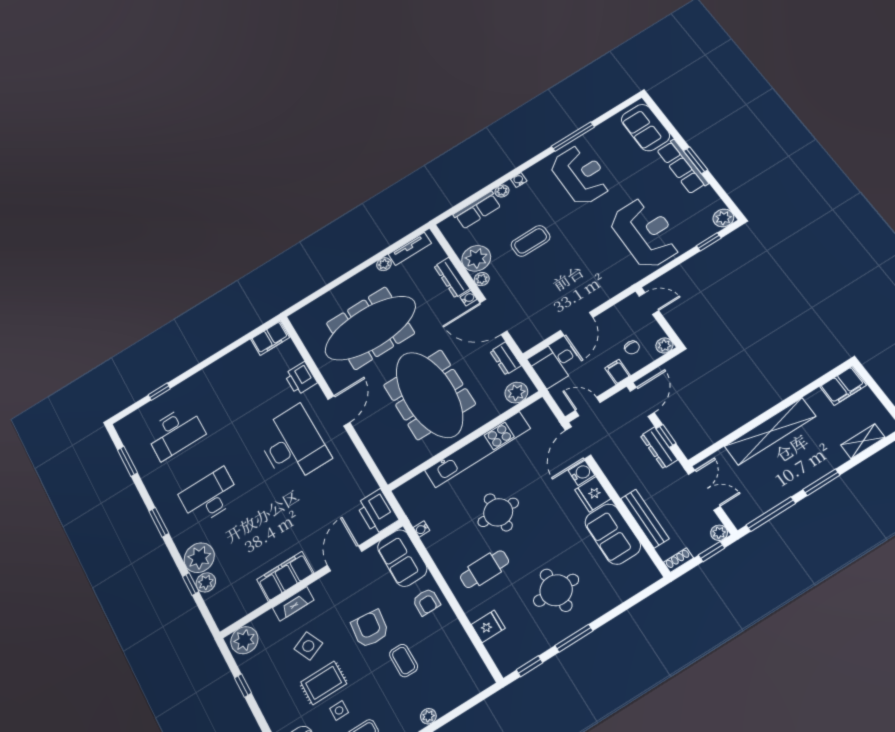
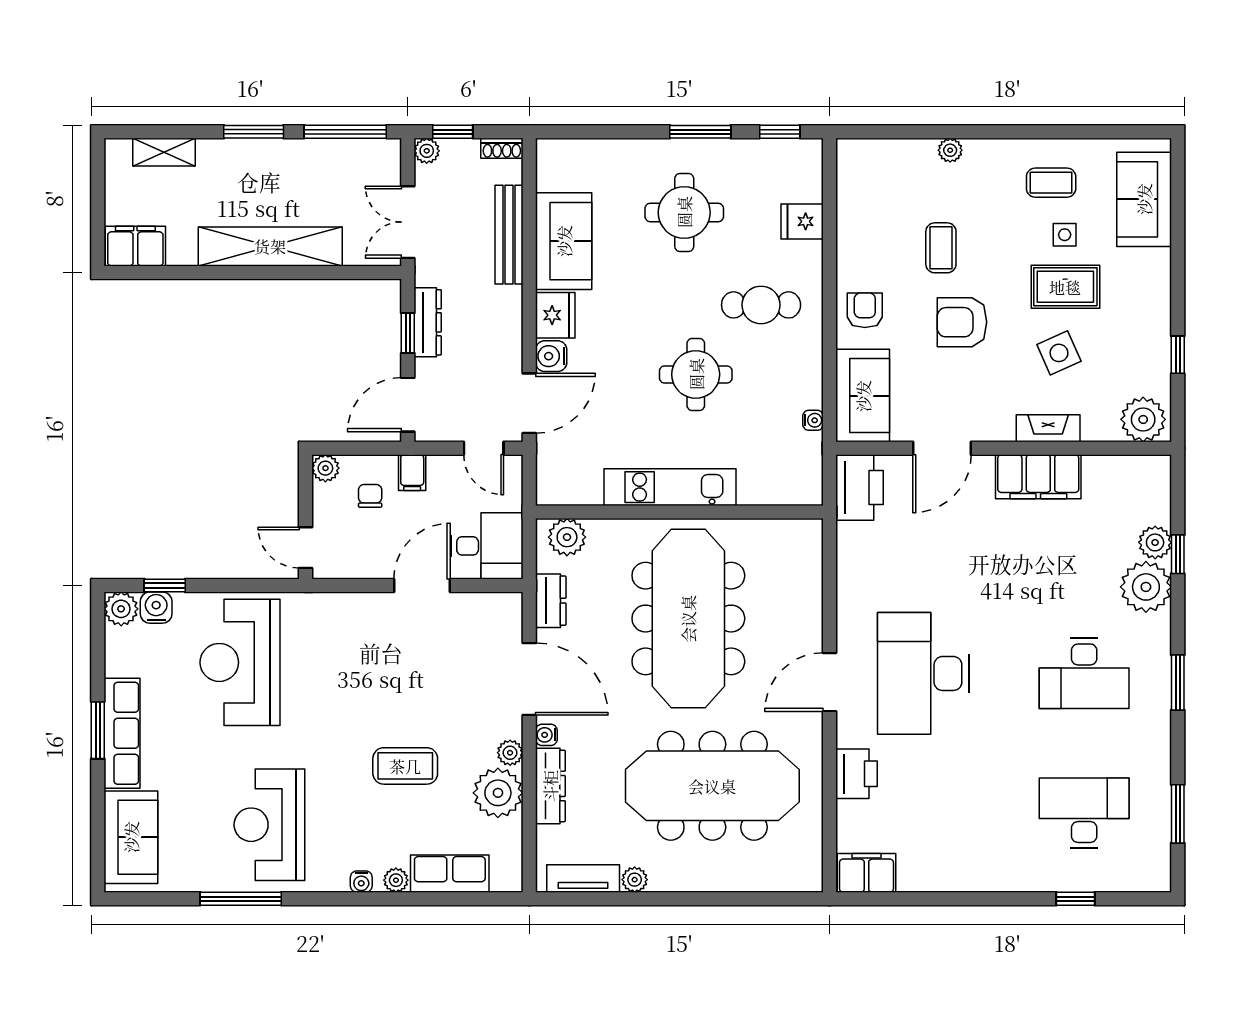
water cooler: (706, 230) -> (156, 608), added
kitchen unit: (478, 449) -> (670, 487), width x0.73
armchair: (370, 629) -> (962, 322), turned 84

